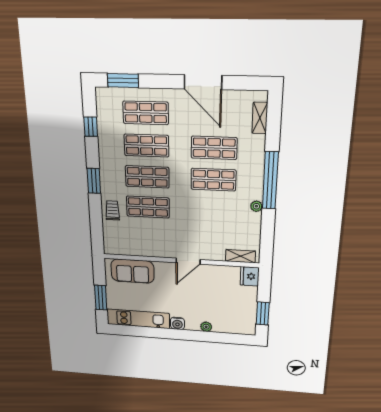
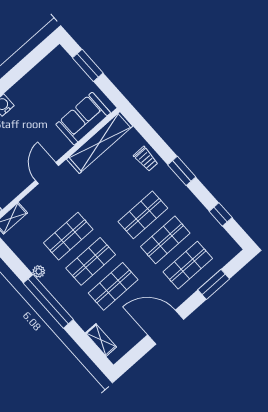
window: (123, 81) -> (214, 284), moved
shop shelf: (148, 207) -> (68, 236), moved
shelving: (135, 248) -> (100, 143), added
kitchen unit: (138, 319) -> (39, 76), removed

